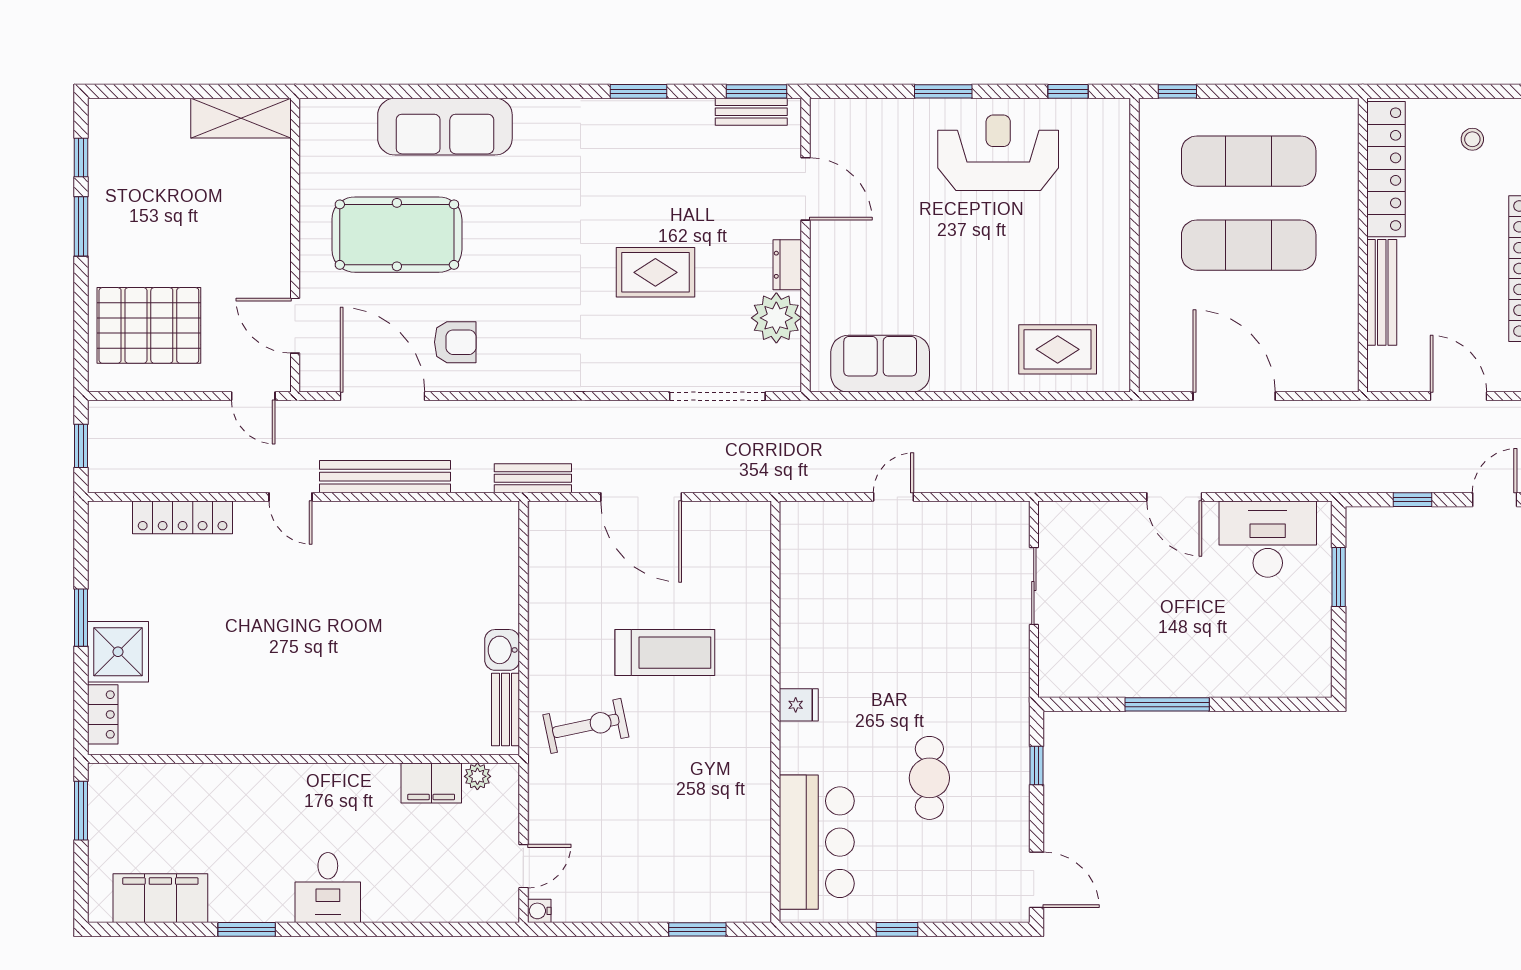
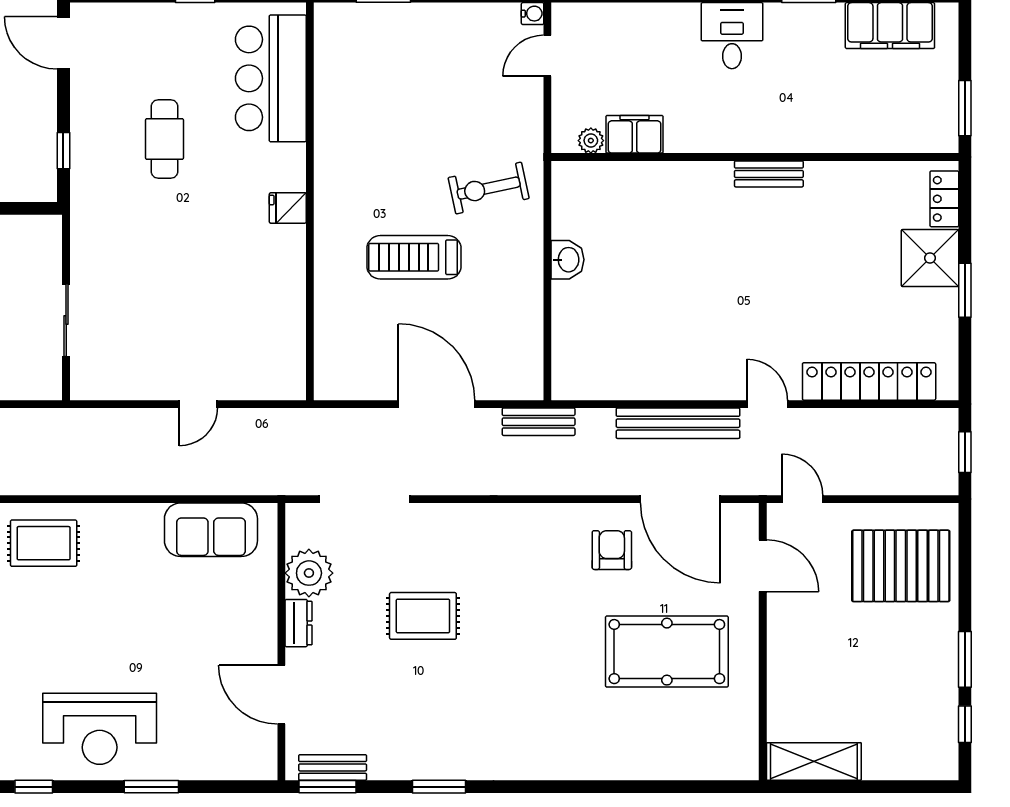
sofa: (445, 127) -> (622, 753), removed
armchair: (455, 342) -> (612, 550), turned 90
locker: (183, 517) -> (869, 381), width x1.41, depth x1.21
bench: (506, 709) -> (769, 174), moved, turned 90

